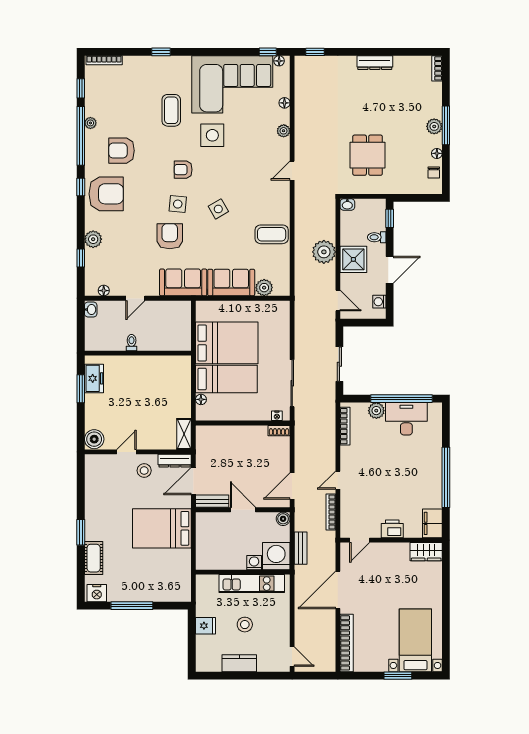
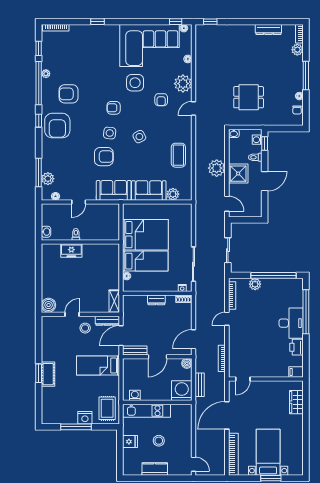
dresser: (375, 63) -> (268, 30), moved
coffee table: (171, 110) -> (105, 64), removed
plant: (434, 126) -> (297, 50), moved
plant: (284, 131) -> (183, 84), width x1.88, depth x1.88
dining table: (368, 155) -> (249, 97), turned 90
armchair: (248, 158) -> (161, 100), added
armchair: (106, 194) -> (57, 126), turned 90
coffee table: (272, 234) -> (178, 155), turned 90
armchair: (170, 236) -> (104, 157), turned 90
plant: (93, 239) -> (48, 179), moved
window: (81, 258) -> (39, 173), width x2.17
washing machine: (379, 302) -> (257, 140), moved
washbasin: (91, 310) -> (46, 232), moved
freezer: (94, 378) -> (71, 251), moved, turned 90
window: (81, 389) -> (39, 268), removed
desk: (406, 419) -> (291, 323), moved, turned 90
dresser: (242, 432) -> (156, 300), added
window: (446, 477) -> (306, 312), moved
door: (338, 480) -> (227, 319), moved
door: (243, 510) -> (157, 357), swing flipped
filing cabinet: (432, 523) -> (296, 372), width x0.50
bed: (162, 528) -> (98, 366), width x0.67
printer: (392, 529) -> (296, 347), moved, turned -90
wardrobe: (426, 552) -> (296, 402), moved, turned 90
cot: (94, 558) -> (48, 374), moved
washing machine: (254, 563) -> (135, 395), moved
rug: (174, 580) -> (107, 408), added
kitchen unit: (252, 584) -> (147, 411), moved
nightstand: (97, 593) -> (85, 418), moved
bed with nightstands: (415, 640) -> (268, 452), moved

